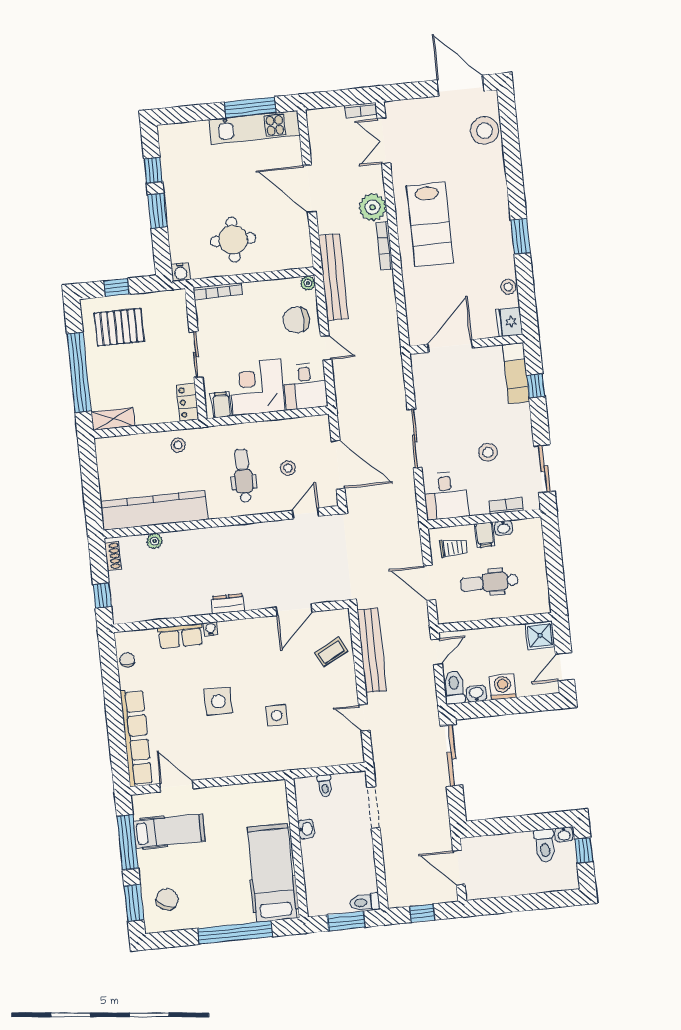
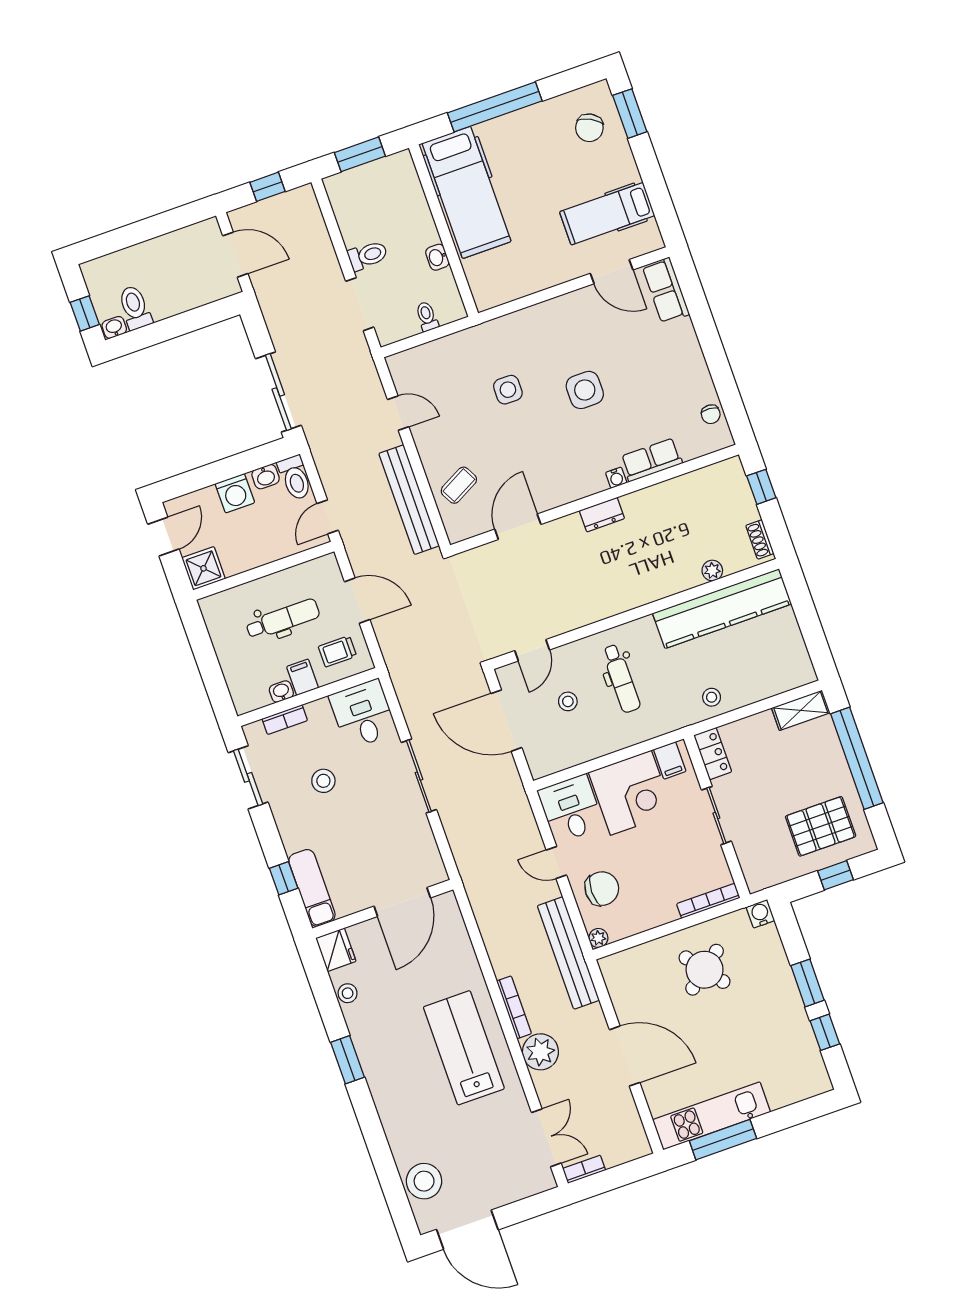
round table: (233, 240) -> (705, 970), turned -38
row of seats: (136, 738) -> (666, 290), width x0.50
window: (128, 842) -> (656, 187), removed
toilet: (365, 902) -> (368, 255), moved

